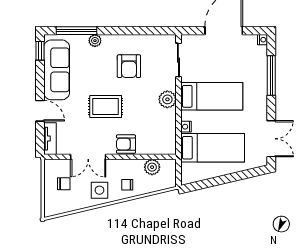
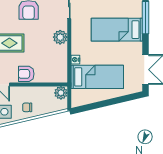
bed: (212, 96) -> (117, 30), moved, turned 180
plant: (152, 167) -> (61, 93), moved

